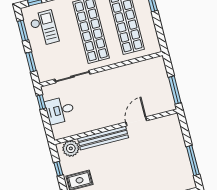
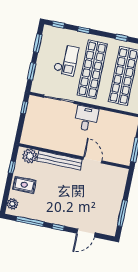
checkout: (44, 28) -> (66, 60), moved
desk: (60, 110) -> (86, 118), moved, turned 90
door: (136, 121) -> (93, 160), hinge flipped

